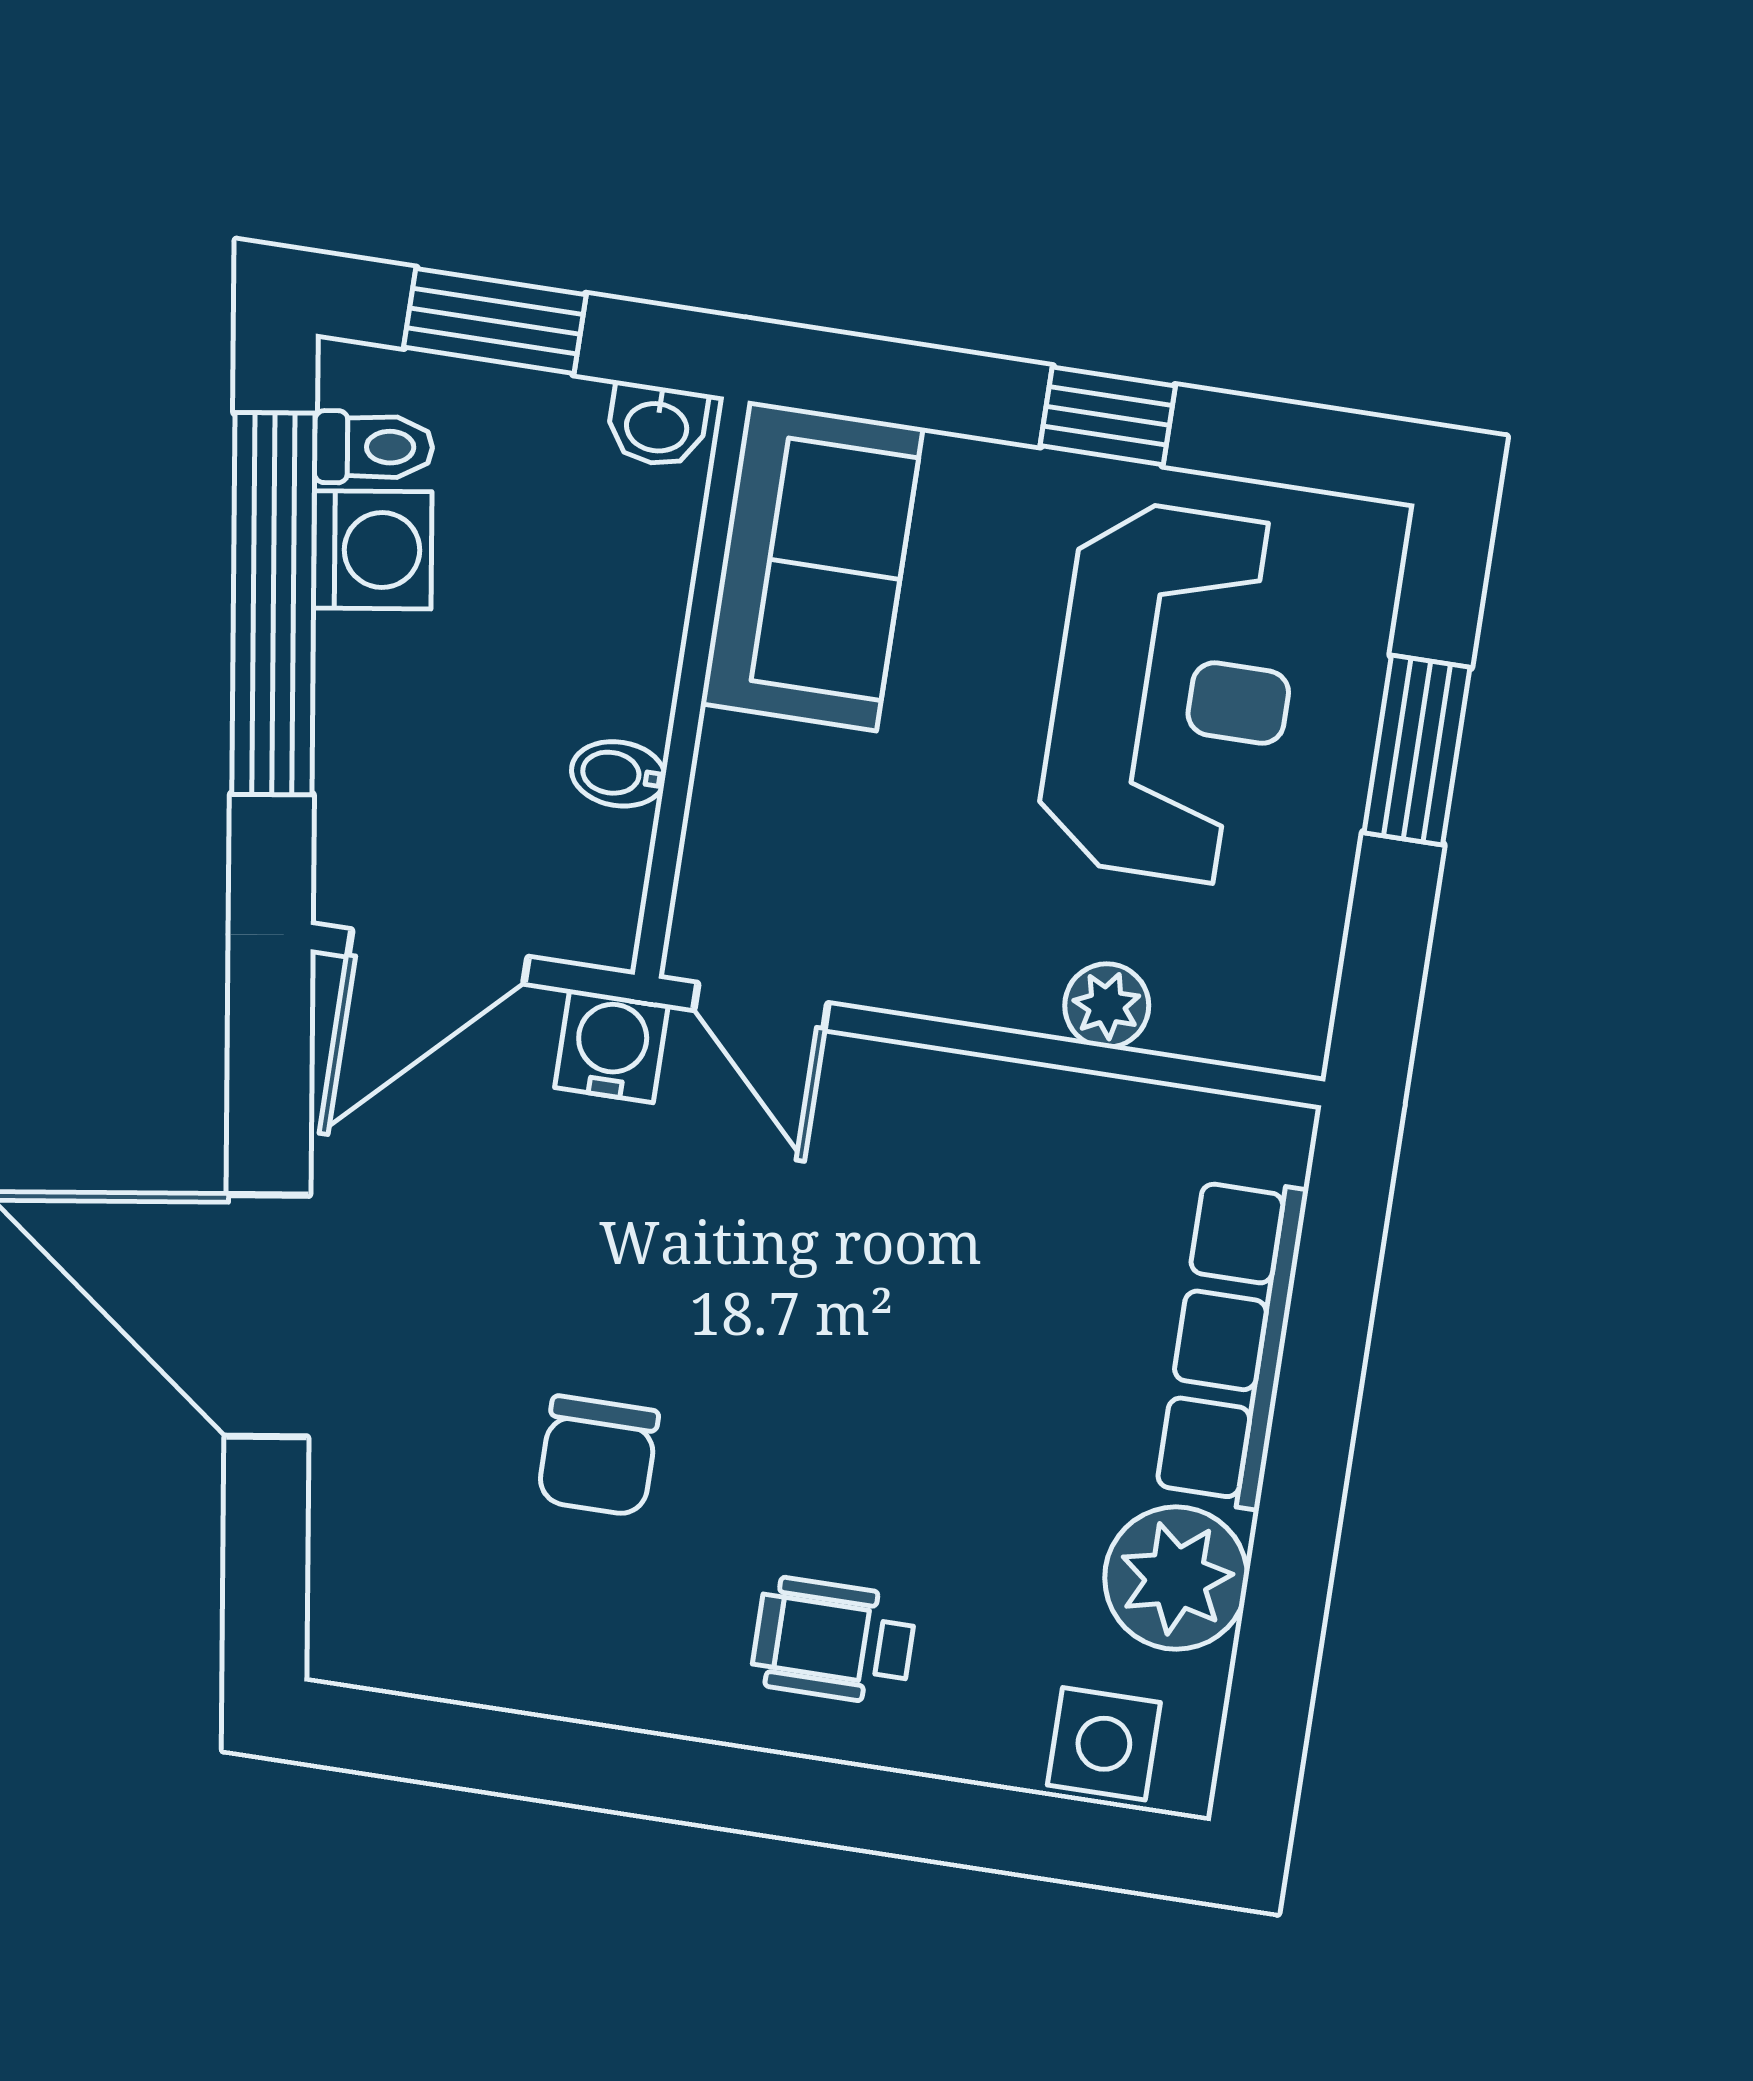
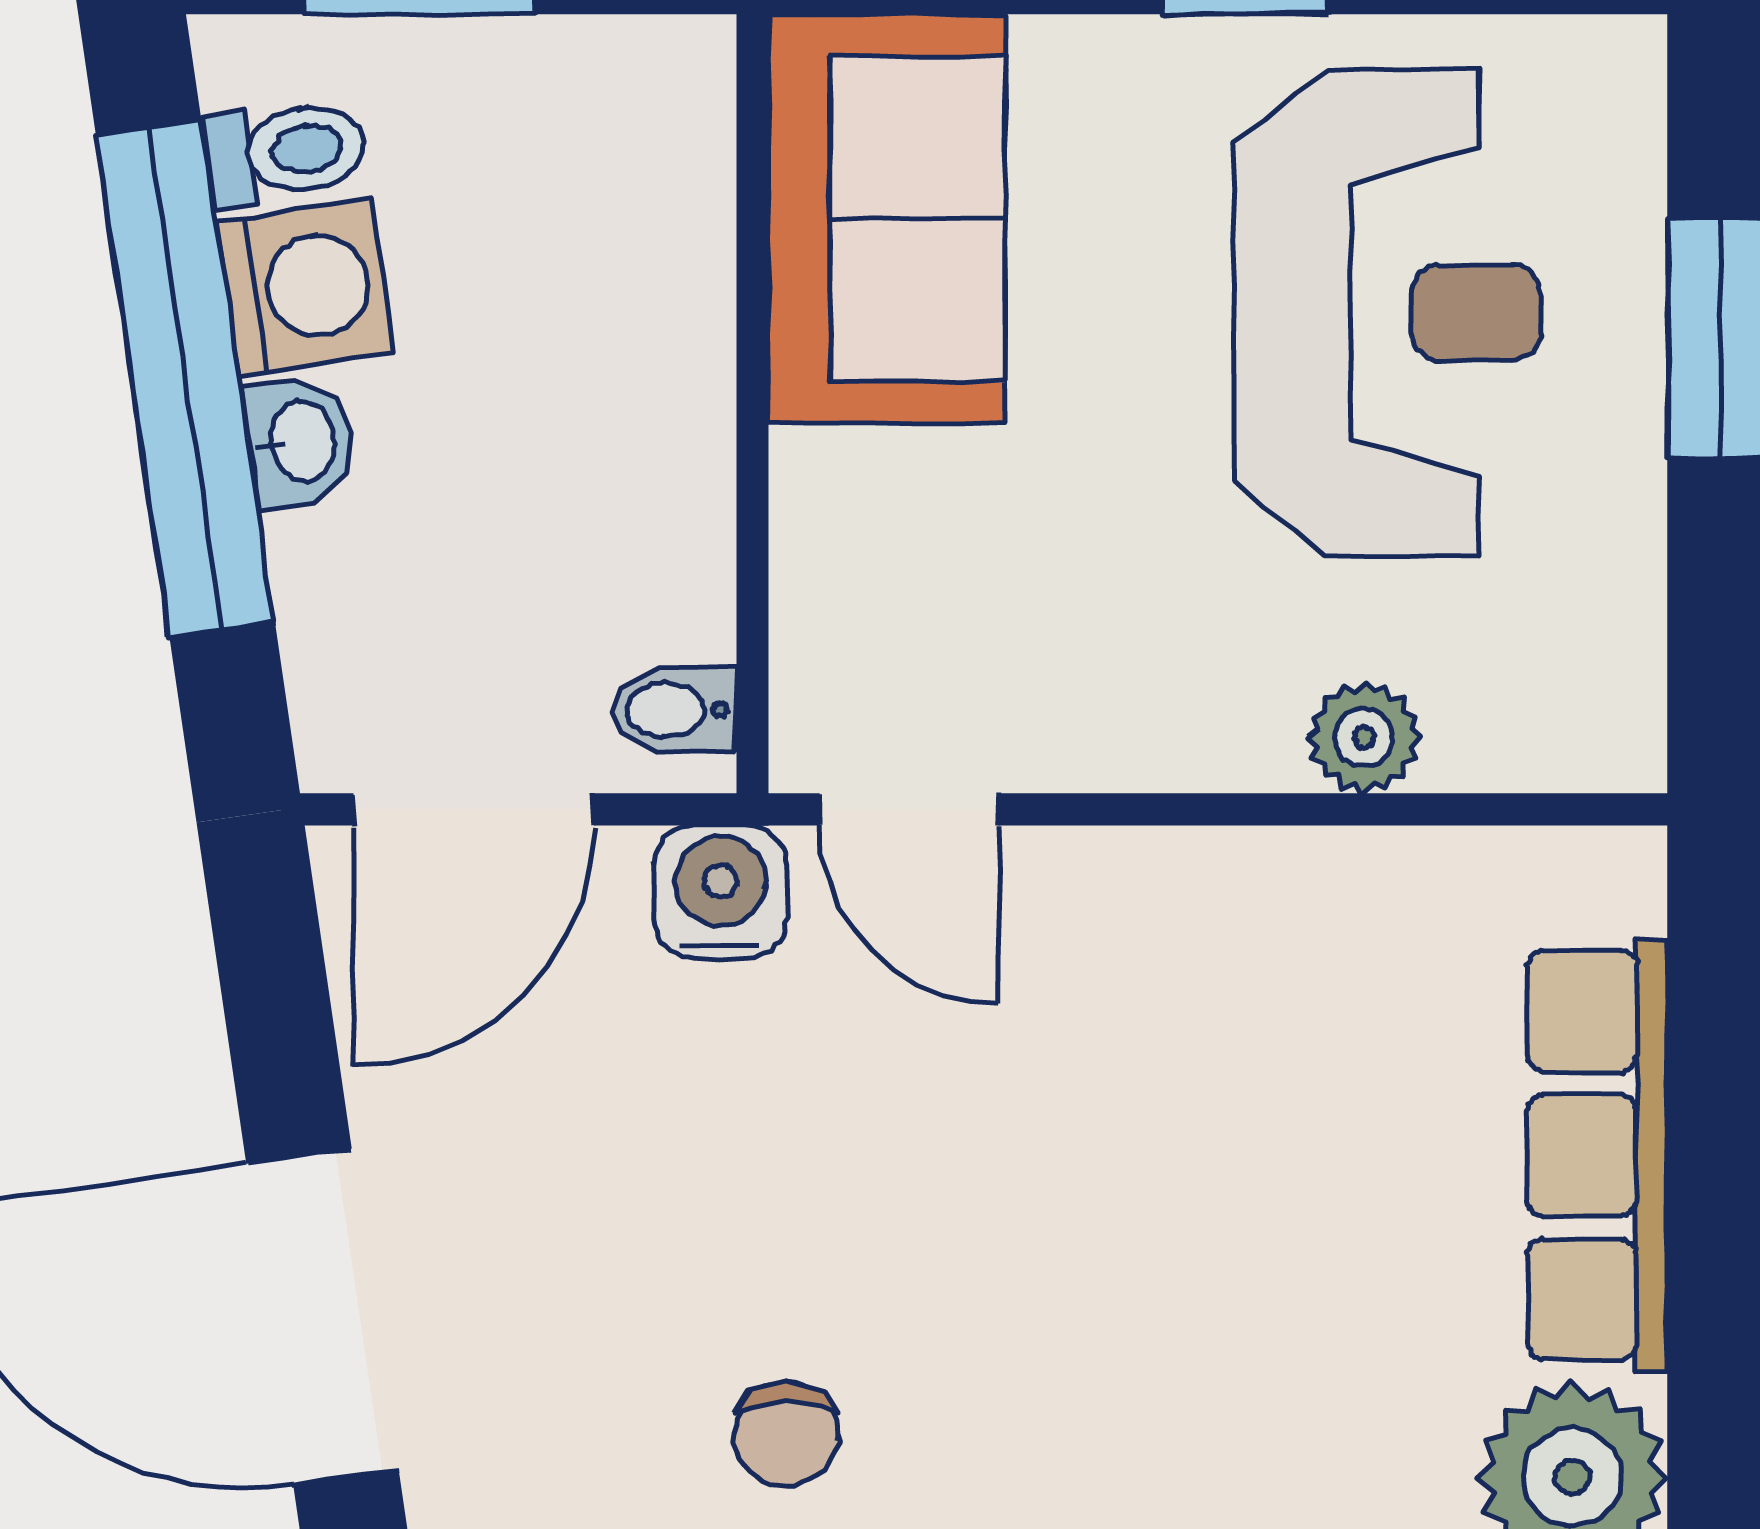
washbasin: (657, 425) -> (300, 441), moved, turned -98
bidet: (618, 774) -> (674, 710), moved
chair: (598, 1456) -> (786, 1434), width x0.73, depth x0.73

